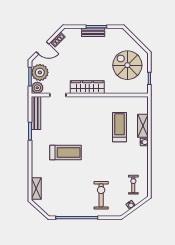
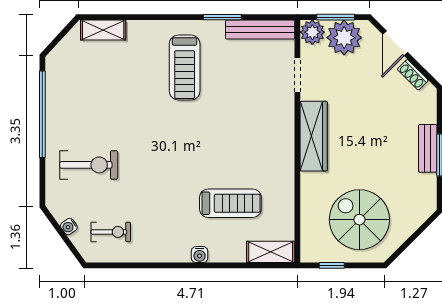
spiral stairs: (127, 65) -> (359, 220), turned -90
shelving: (143, 126) -> (271, 252), moved
treadmill: (66, 153) -> (185, 67), moved

